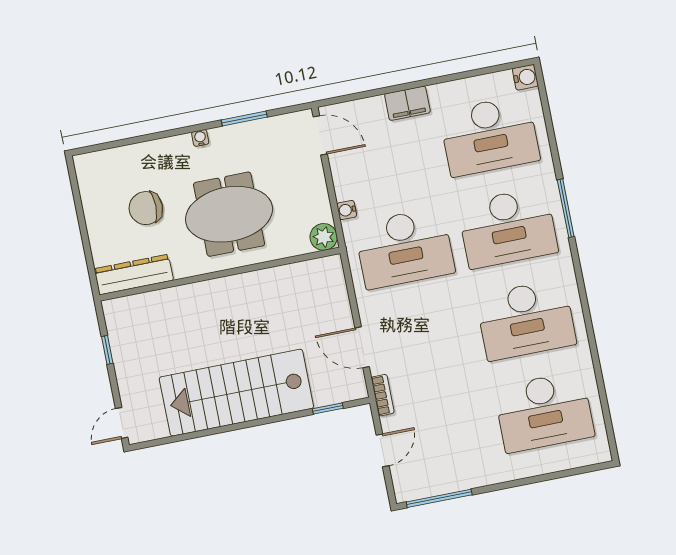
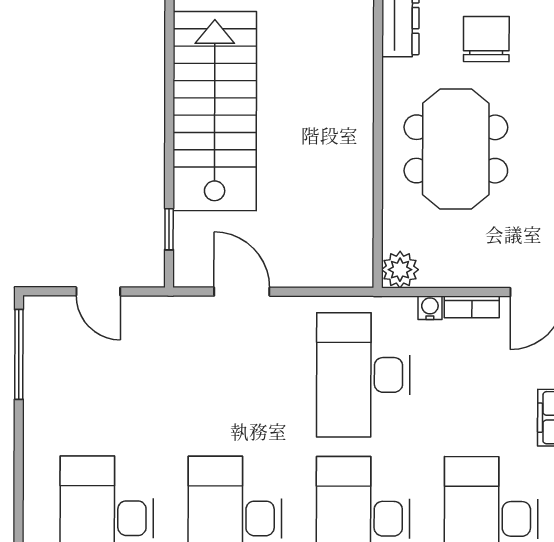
door: (362, 347) -> (242, 292), hinge flipped
bookcase: (383, 395) -> (472, 307), moved

